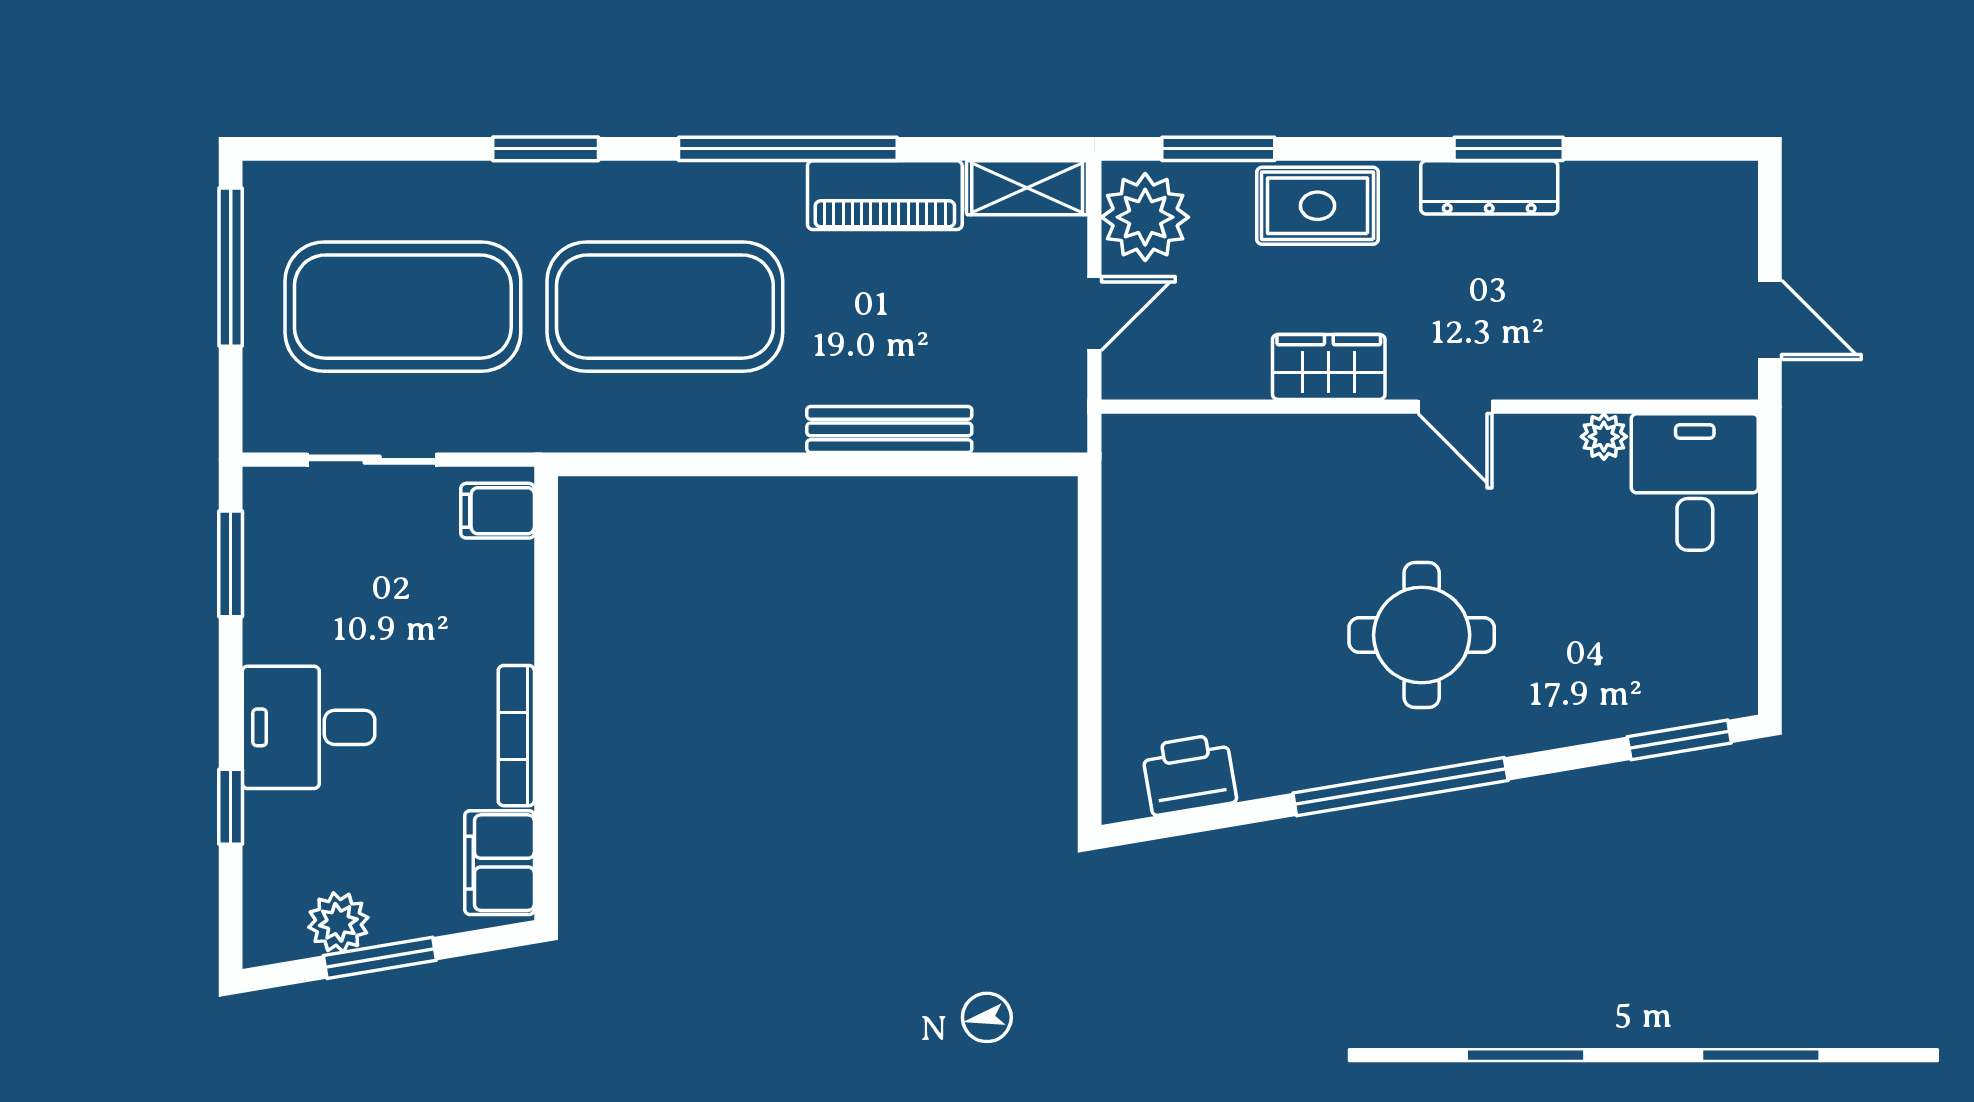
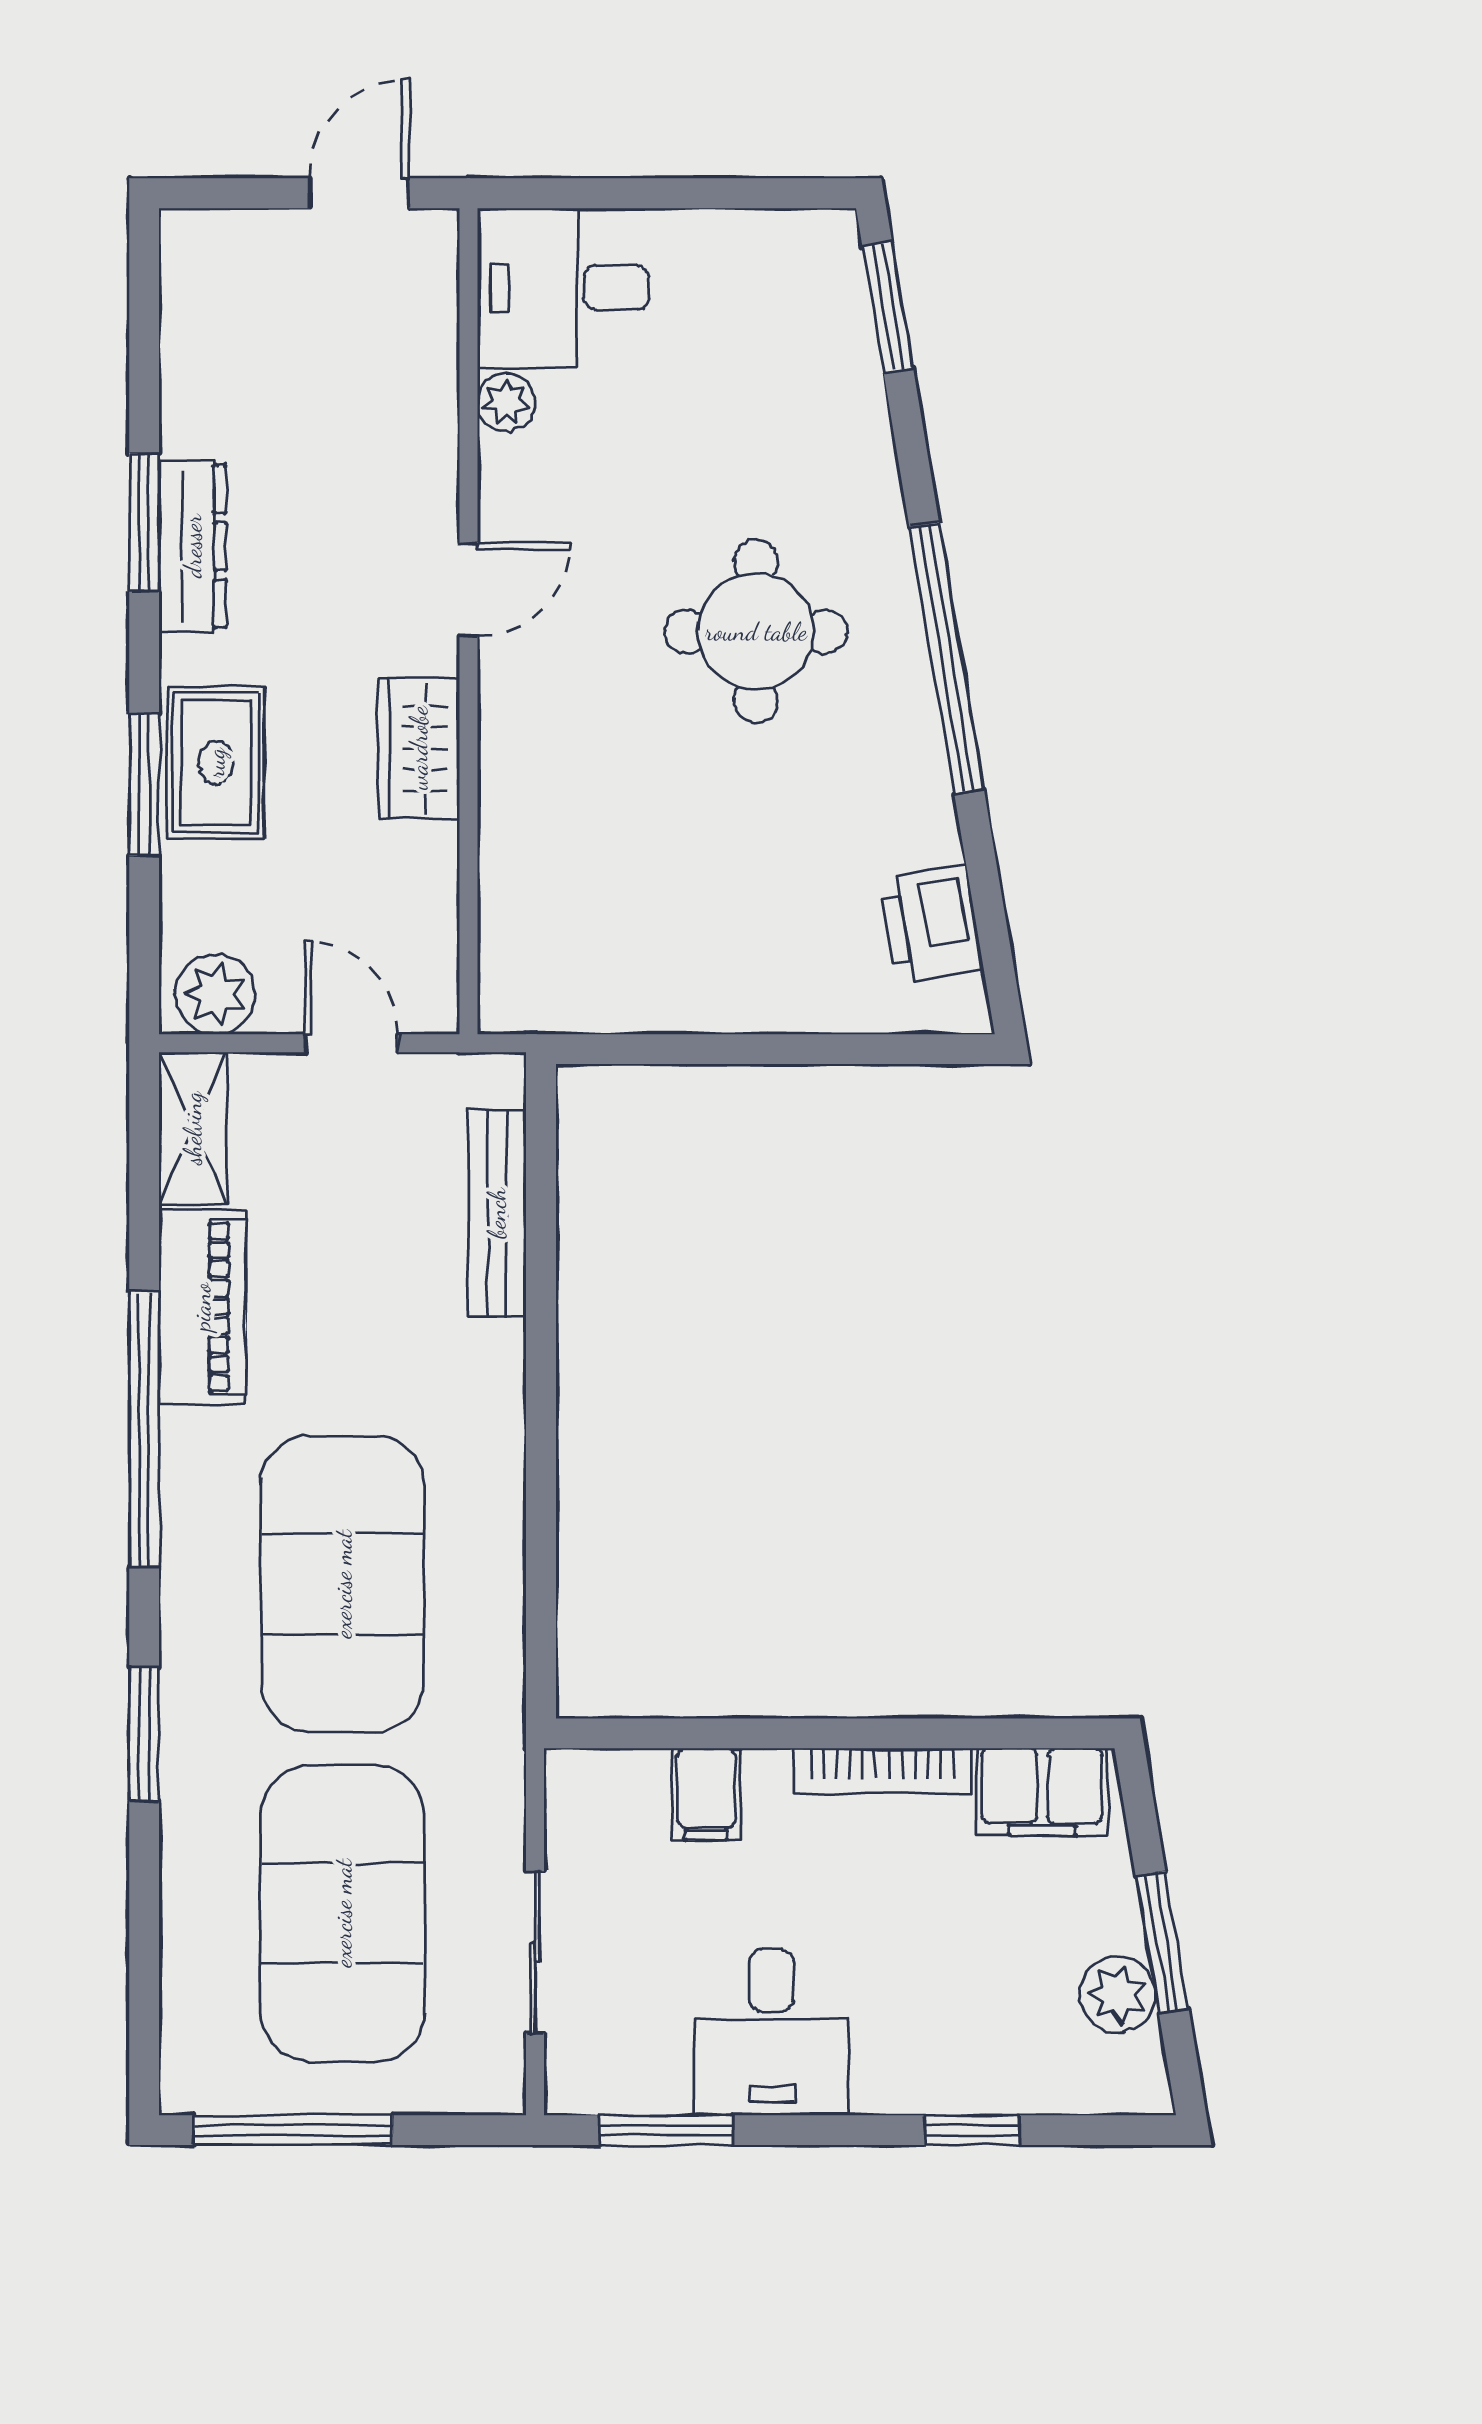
window: (1218, 149) -> (144, 785), moved
plant: (1145, 217) -> (215, 994), width x0.73, depth x0.73
bench: (889, 429) -> (497, 1213), moved
filing cabinet: (498, 511) -> (706, 1794), moved
desk: (309, 727) -> (771, 2032), moved

